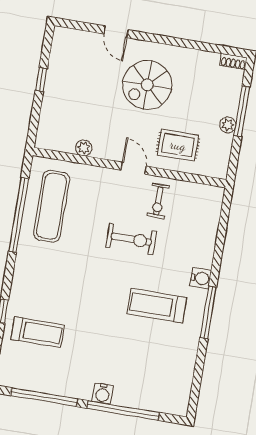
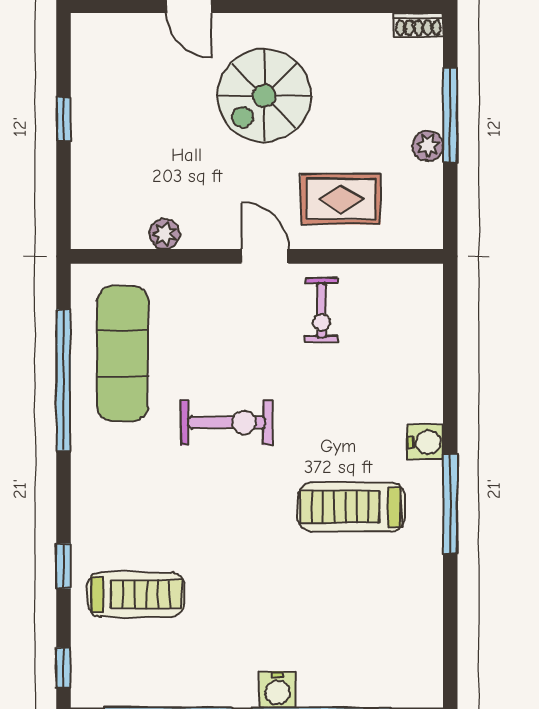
exercise bike: (131, 239) -> (227, 423), moved

